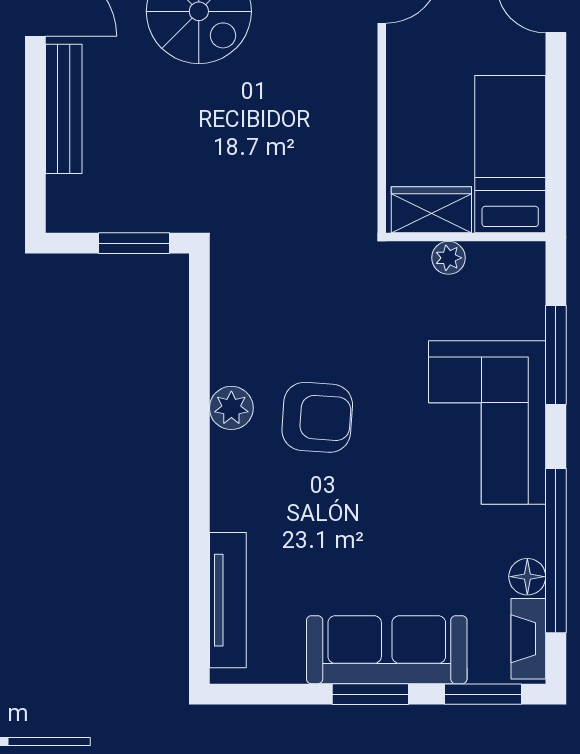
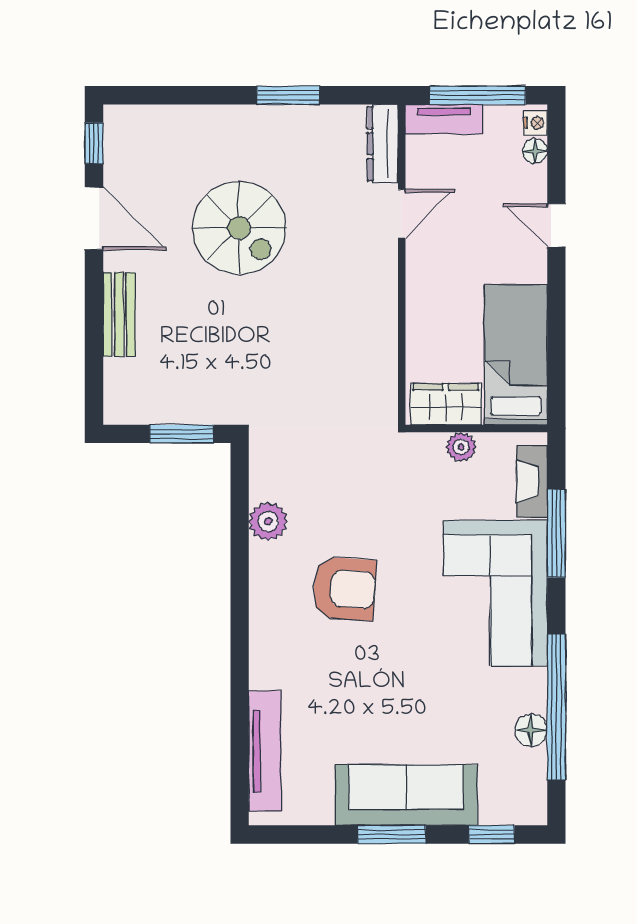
bench: (64, 109) -> (119, 315), width x0.73
plant: (231, 408) -> (268, 521), moved
fireplace: (528, 639) -> (532, 482), moved
window: (483, 694) -> (492, 834), width x0.67

